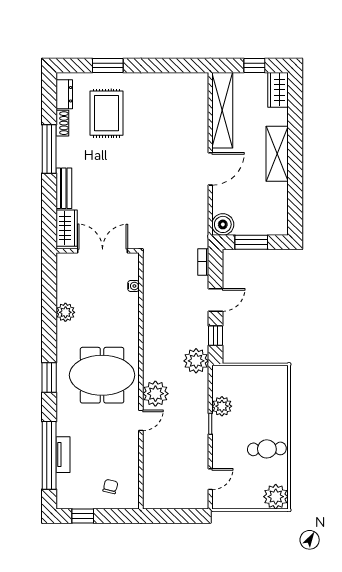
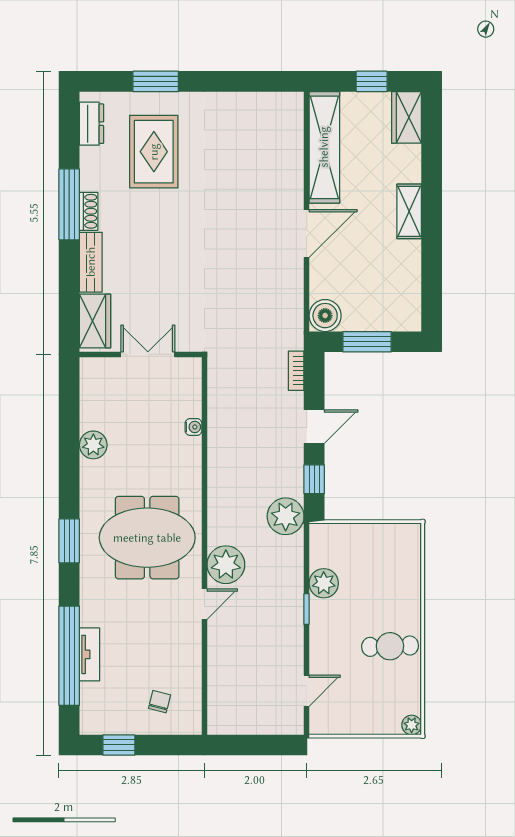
shoe rack: (62, 123) -> (89, 211), moved
shelving: (277, 154) -> (409, 211), width x0.67, depth x0.75
double door: (103, 251) -> (148, 354), width x0.73
water cooler: (133, 286) -> (193, 427), moved
plant: (276, 497) -> (412, 725), width x0.53, depth x0.53

